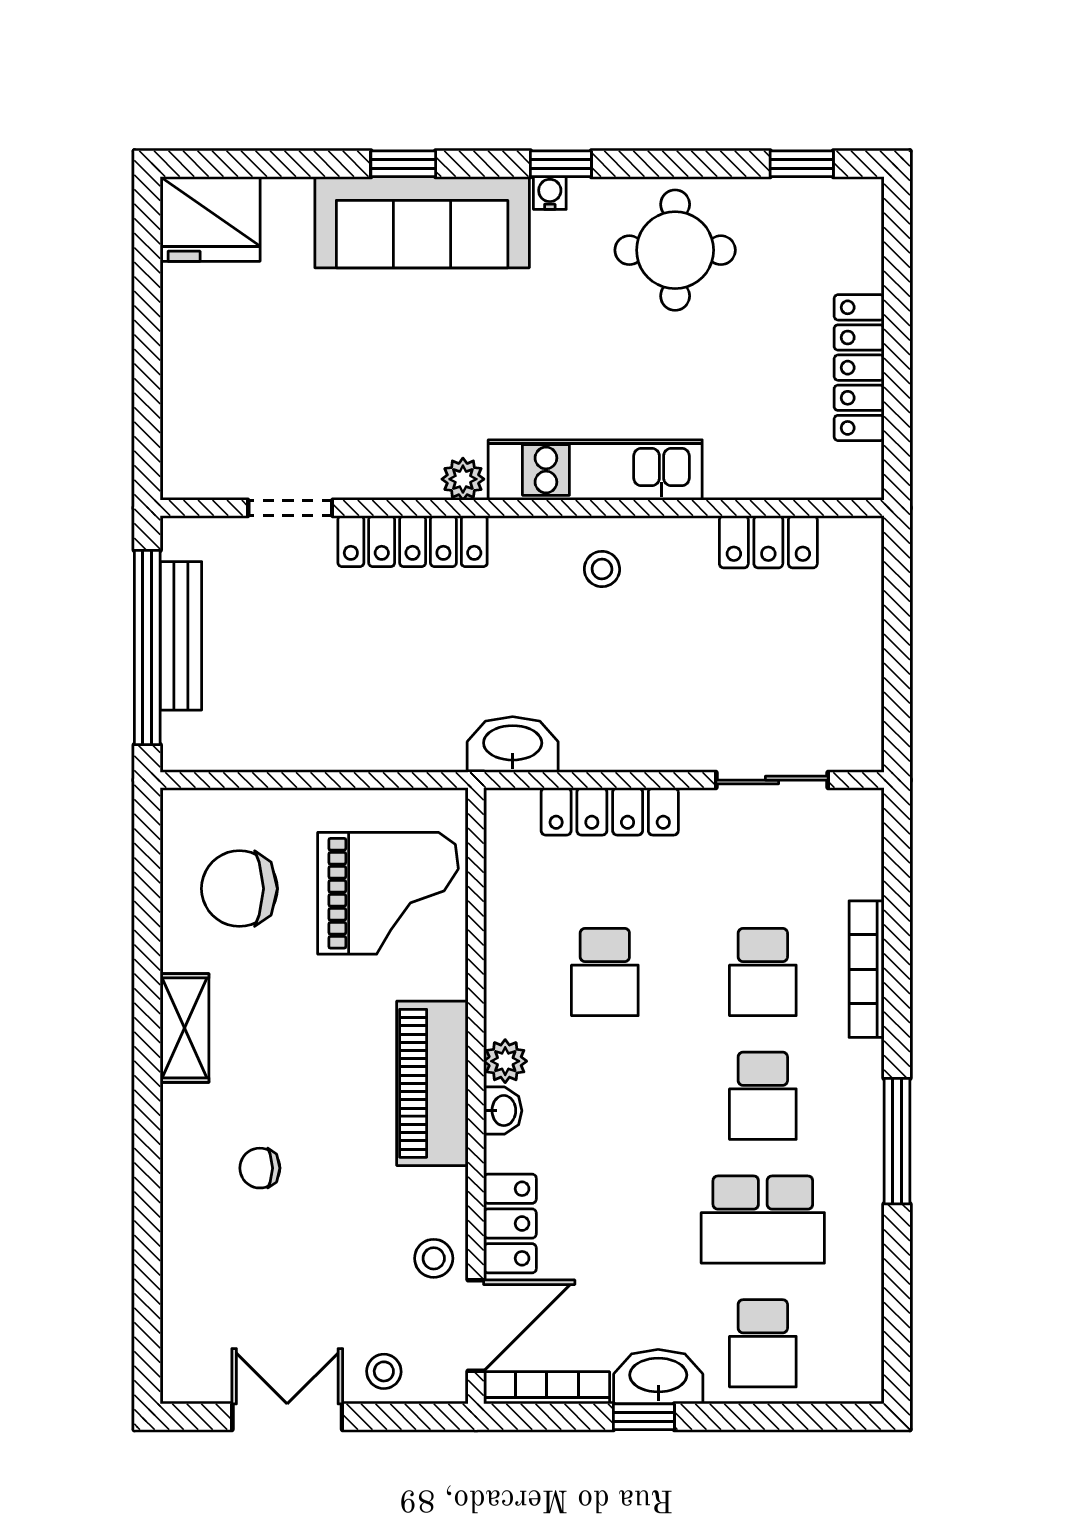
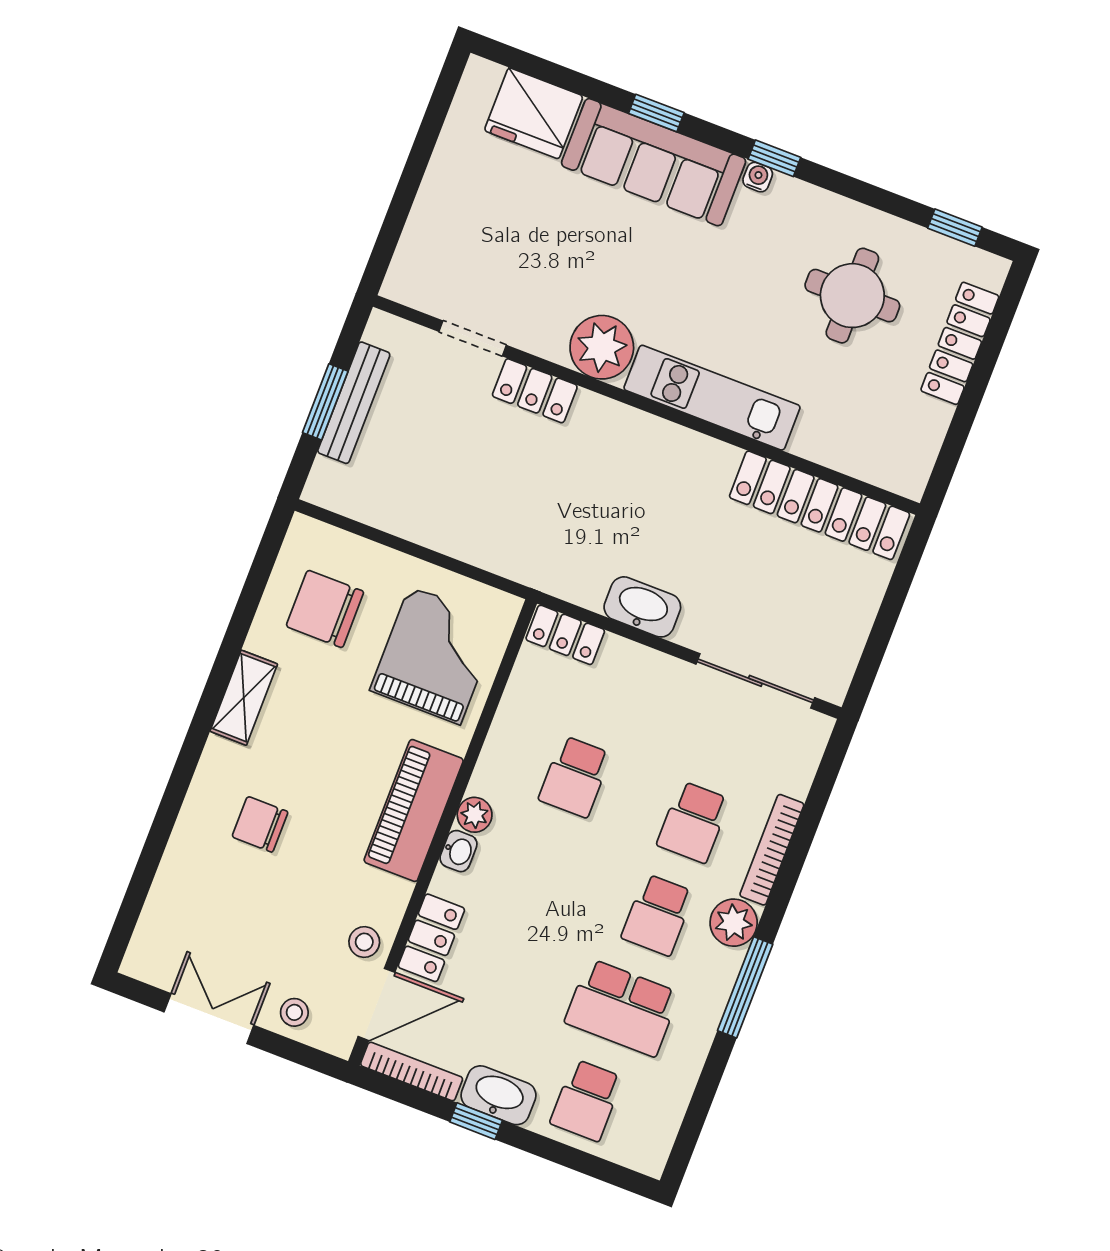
fridge: (210, 219) -> (534, 113), moved
round table: (675, 250) -> (852, 296), moved
locker: (859, 368) -> (960, 343), moved
plant: (463, 479) -> (602, 347), width x1.87, depth x1.87
locker: (413, 541) -> (535, 391), width x0.66
locker: (768, 542) -> (820, 505), width x2.16, depth x1.21
stool: (602, 569) -> (689, 474), removed
window: (147, 648) -> (325, 402), width x0.47
washbasin: (513, 745) -> (642, 607), moved
sliding door: (772, 780) -> (755, 681), width x1.37
locker: (610, 811) -> (565, 635), moved, width x0.66
grand piano: (388, 893) -> (435, 655), turned -90
plant: (855, 1071) -> (734, 923), added
chair: (260, 1168) -> (260, 824), width x1.37, depth x1.37

